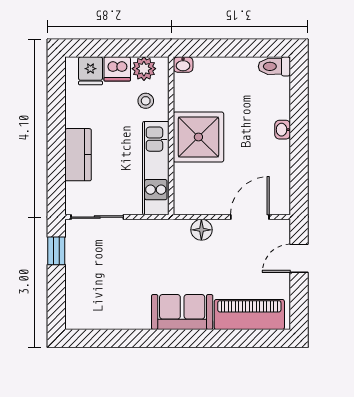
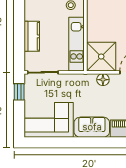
shower: (198, 137) -> (101, 57), moved
corner sofa: (107, 299) -> (49, 120), added

